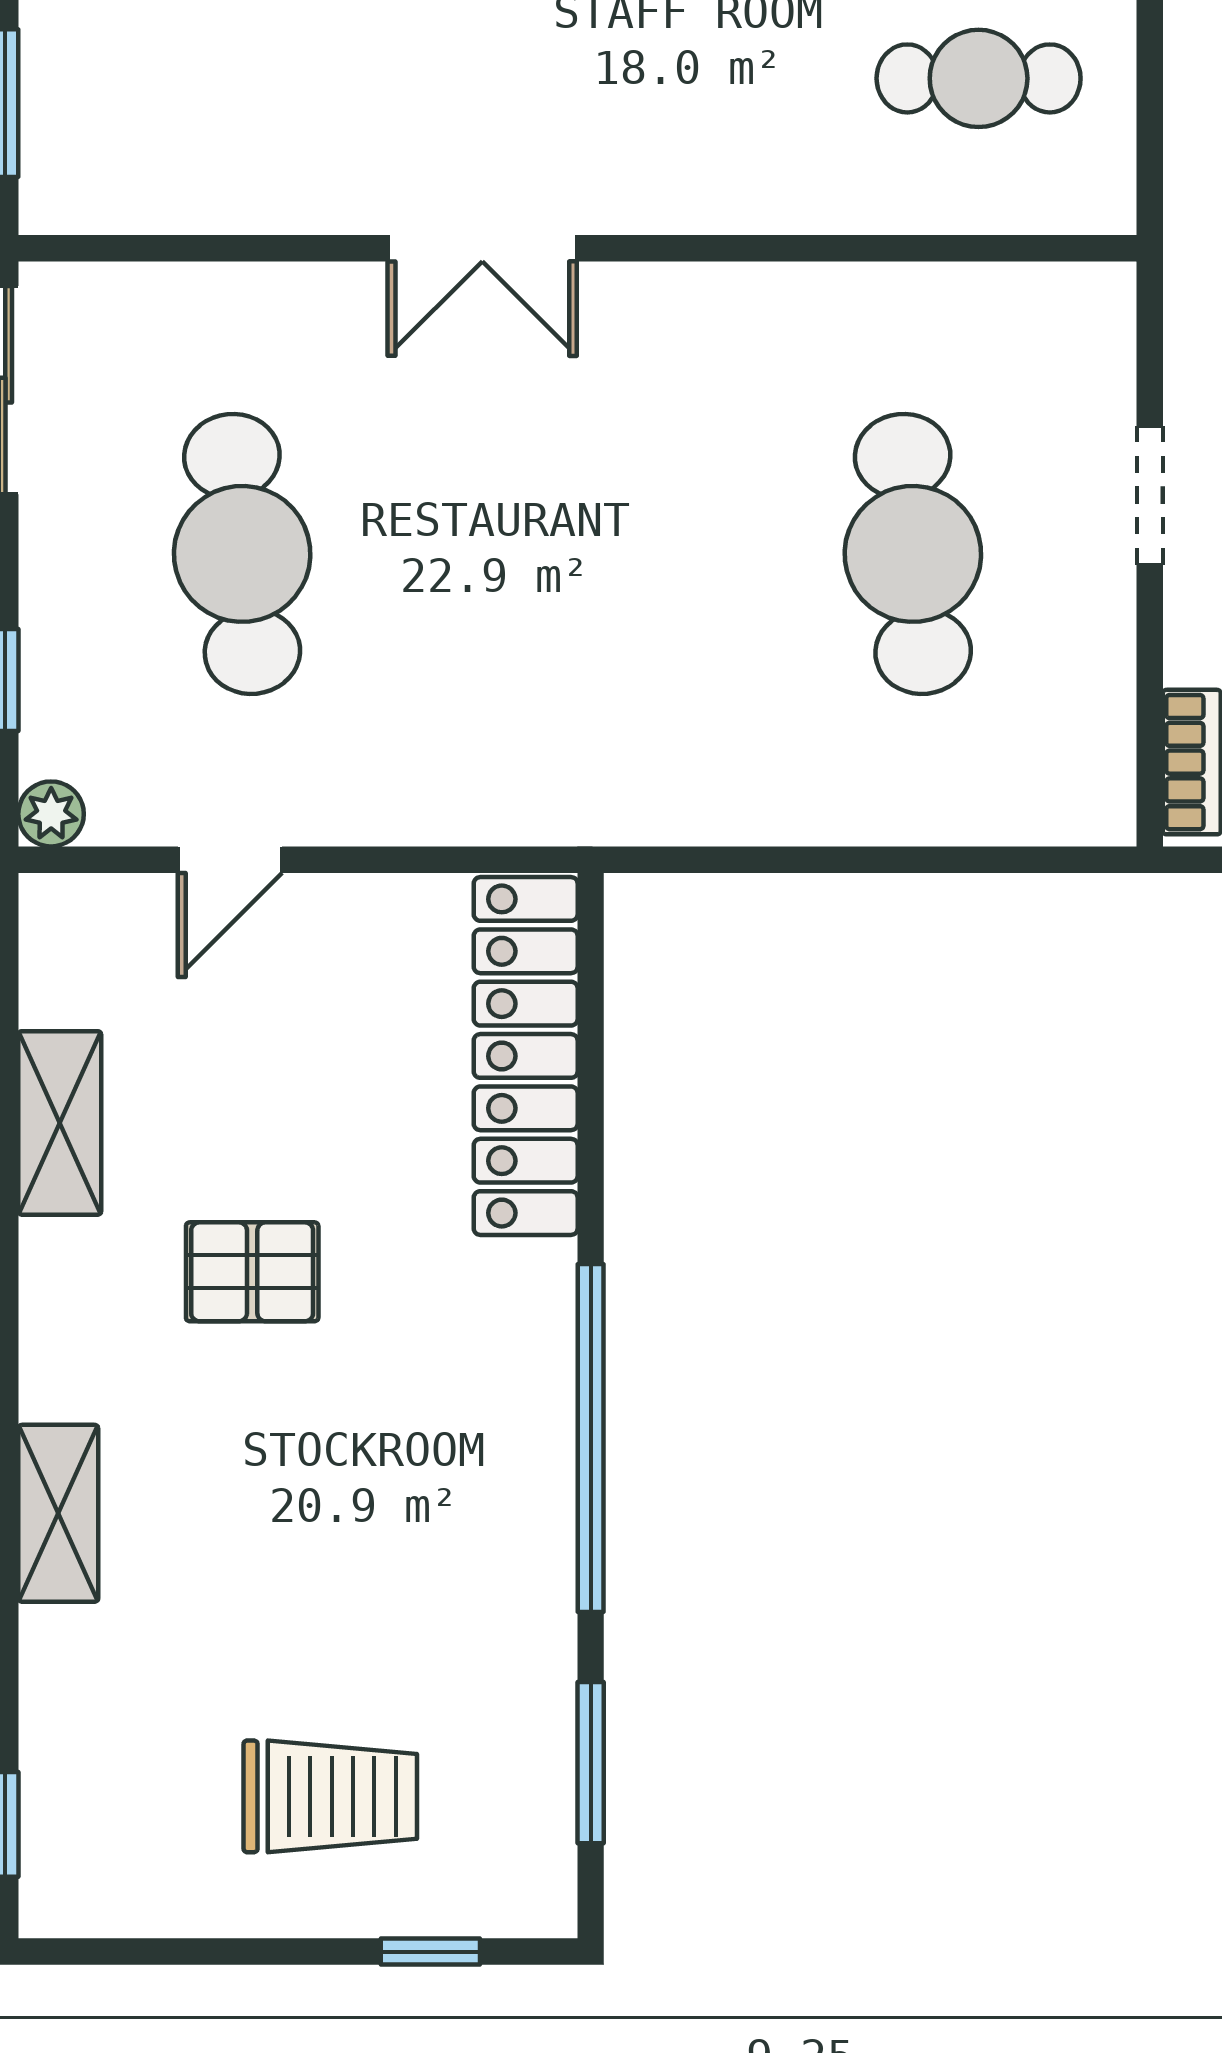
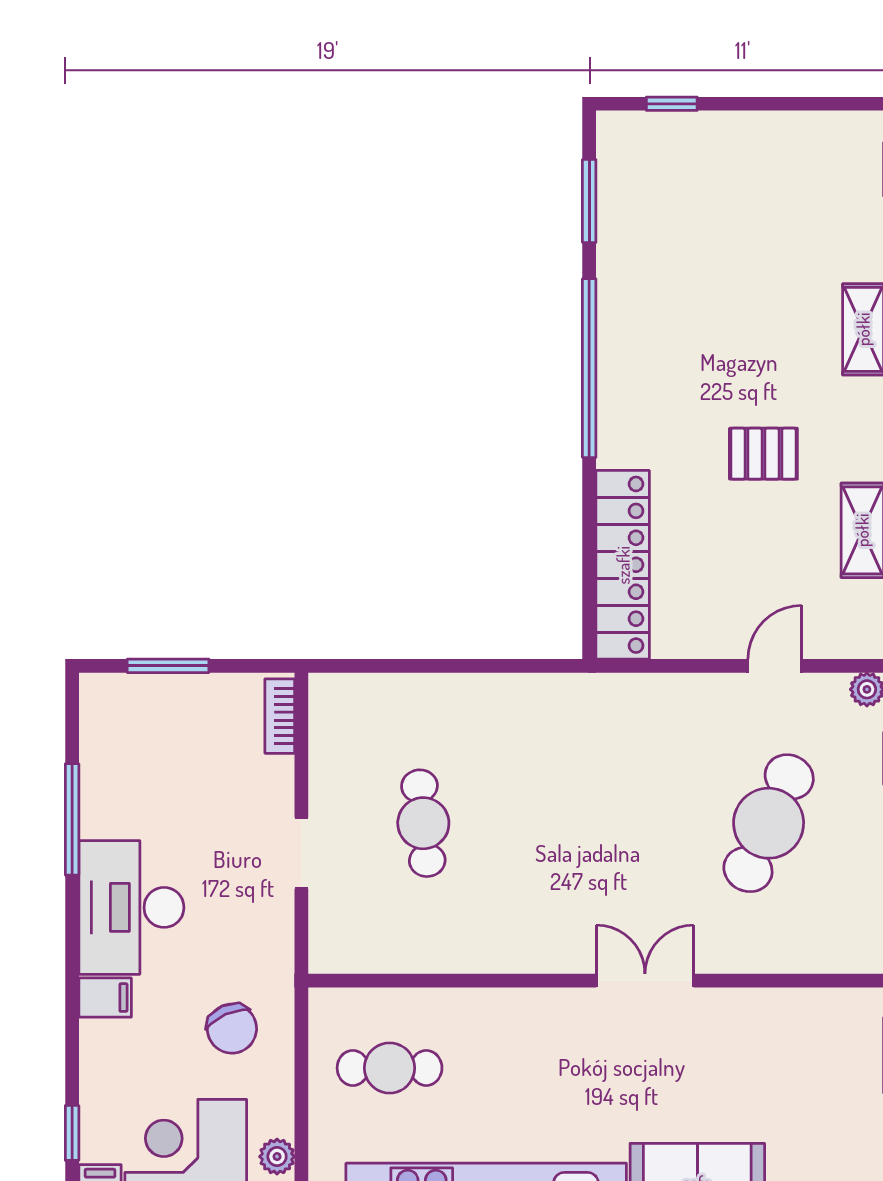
cafe table: (242, 554) -> (769, 823), turned 30
cafe table: (913, 554) -> (423, 823), width x0.73, depth x0.74
trolley: (330, 1796) -> (723, 184), removed

